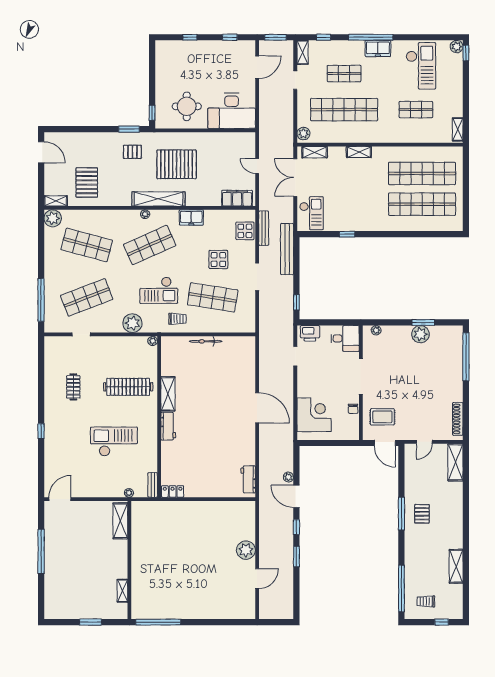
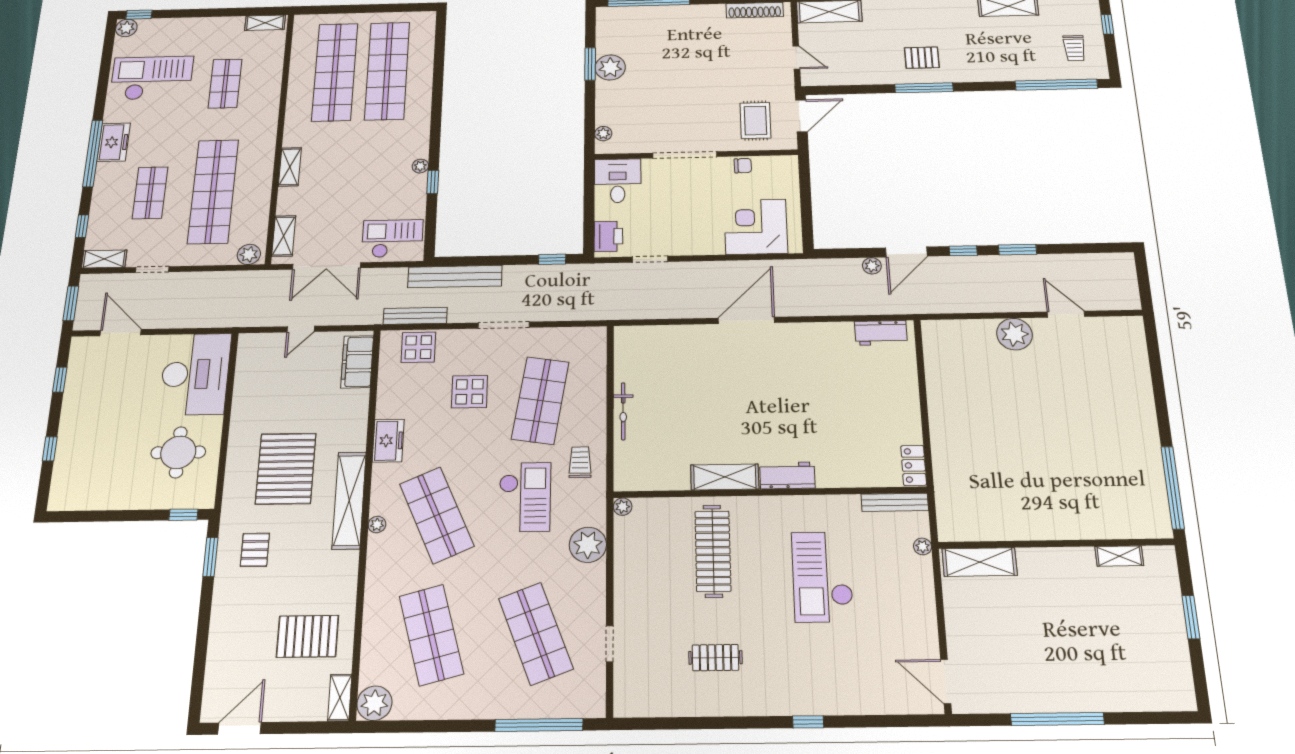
plant: (357, 227) -> (420, 166), added
shop shelf: (87, 245) -> (431, 635), turned -30
bench: (153, 485) -> (895, 502), width x1.36

